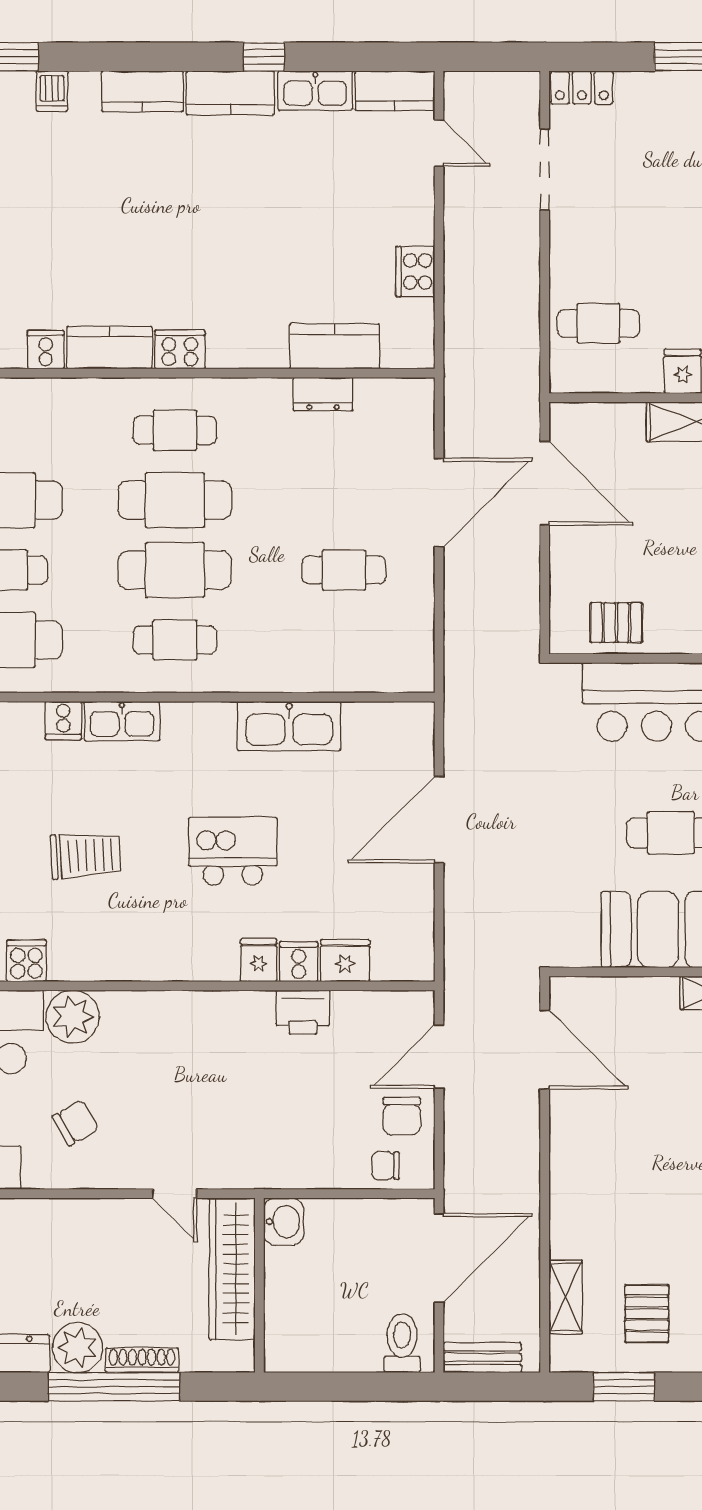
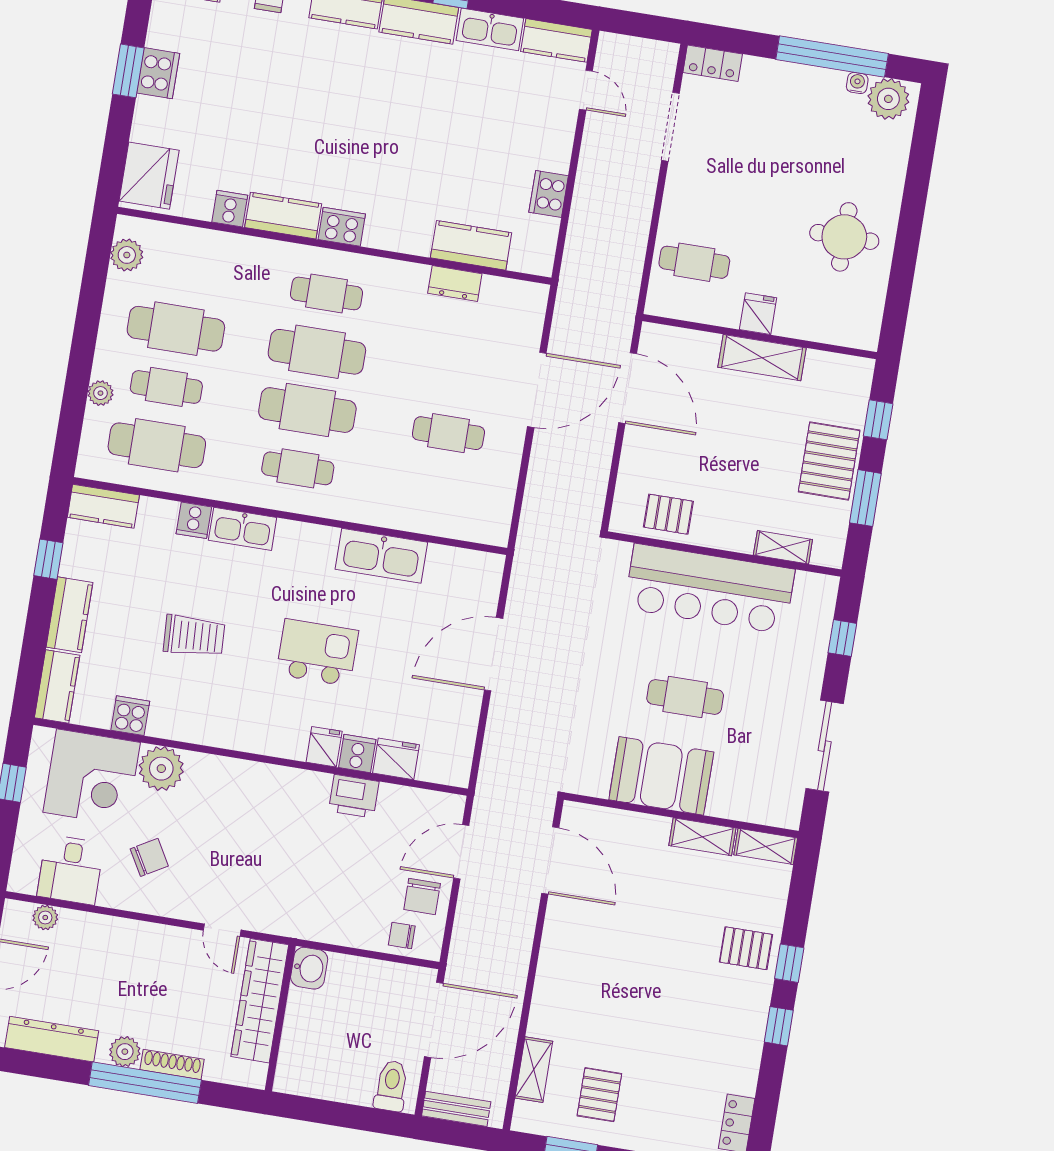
plant: (78, 1348) -> (125, 1052), width x0.73, depth x0.73

